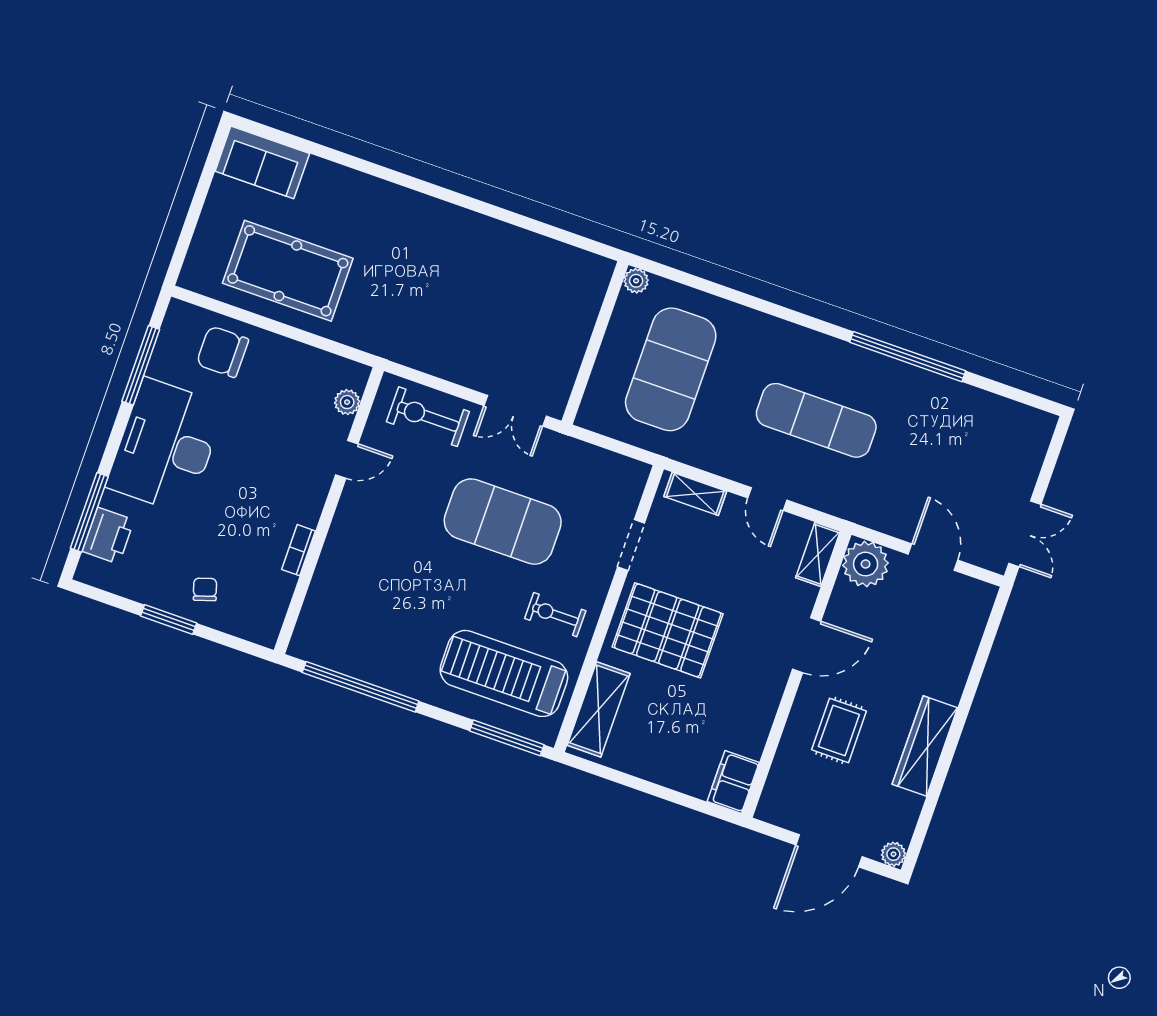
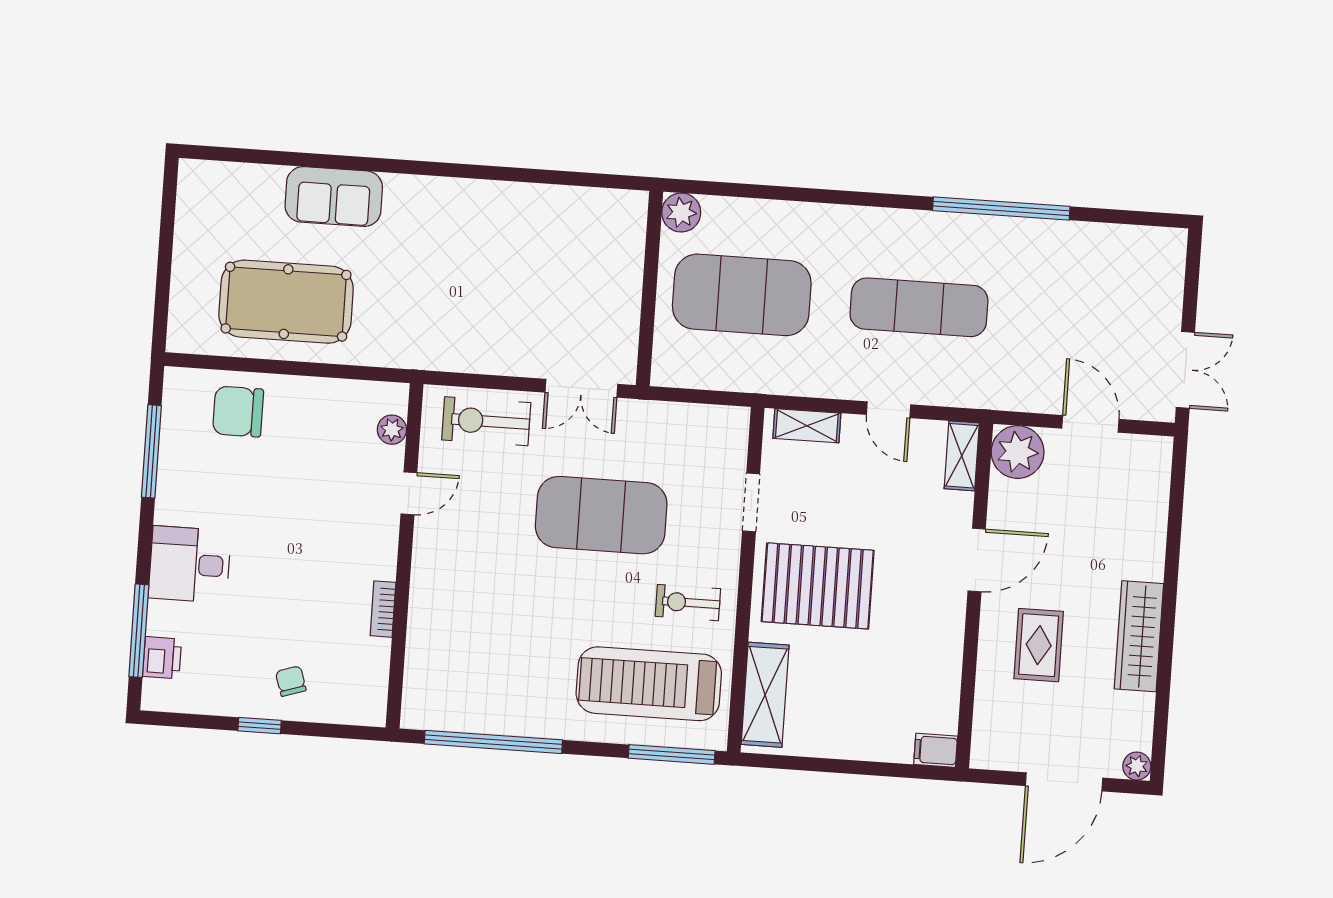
sofa: (262, 162) -> (334, 197), moved
plant: (636, 281) -> (681, 213), width x1.38, depth x1.38
exercise mat: (671, 369) -> (742, 295), turned 90
desk: (166, 446) -> (190, 564), width x0.53, depth x0.77
printer: (108, 536) -> (162, 658), width x0.73, depth x0.81
window: (169, 619) -> (260, 726), width x0.67
filing cabinet: (733, 782) -> (936, 750), width x0.50

